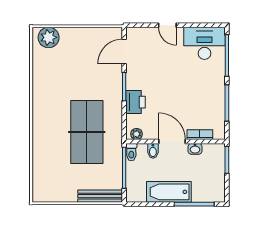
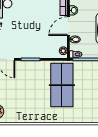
printer: (135, 102) -> (41, 51), removed
table tennis table: (87, 132) -> (62, 85), turned 90

